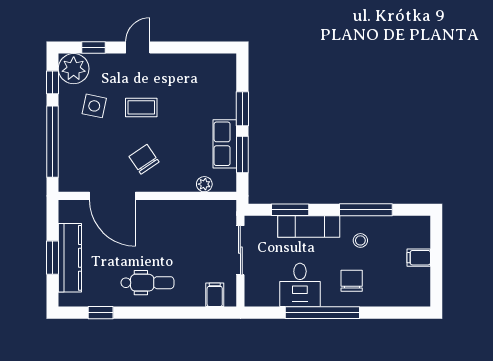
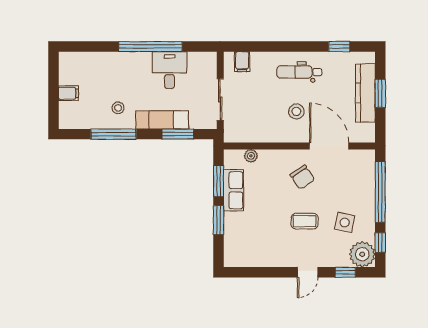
stool: (151, 236) -> (296, 111), added
chair: (352, 281) -> (125, 74), removed

